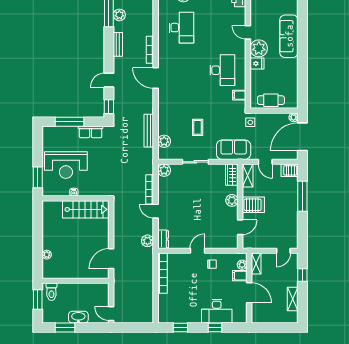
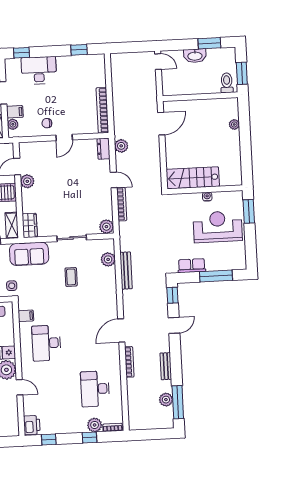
door: (156, 78) -> (121, 330), swing flipped
plant: (232, 200) -> (27, 181), moved
window: (215, 327) -> (22, 53), moved

